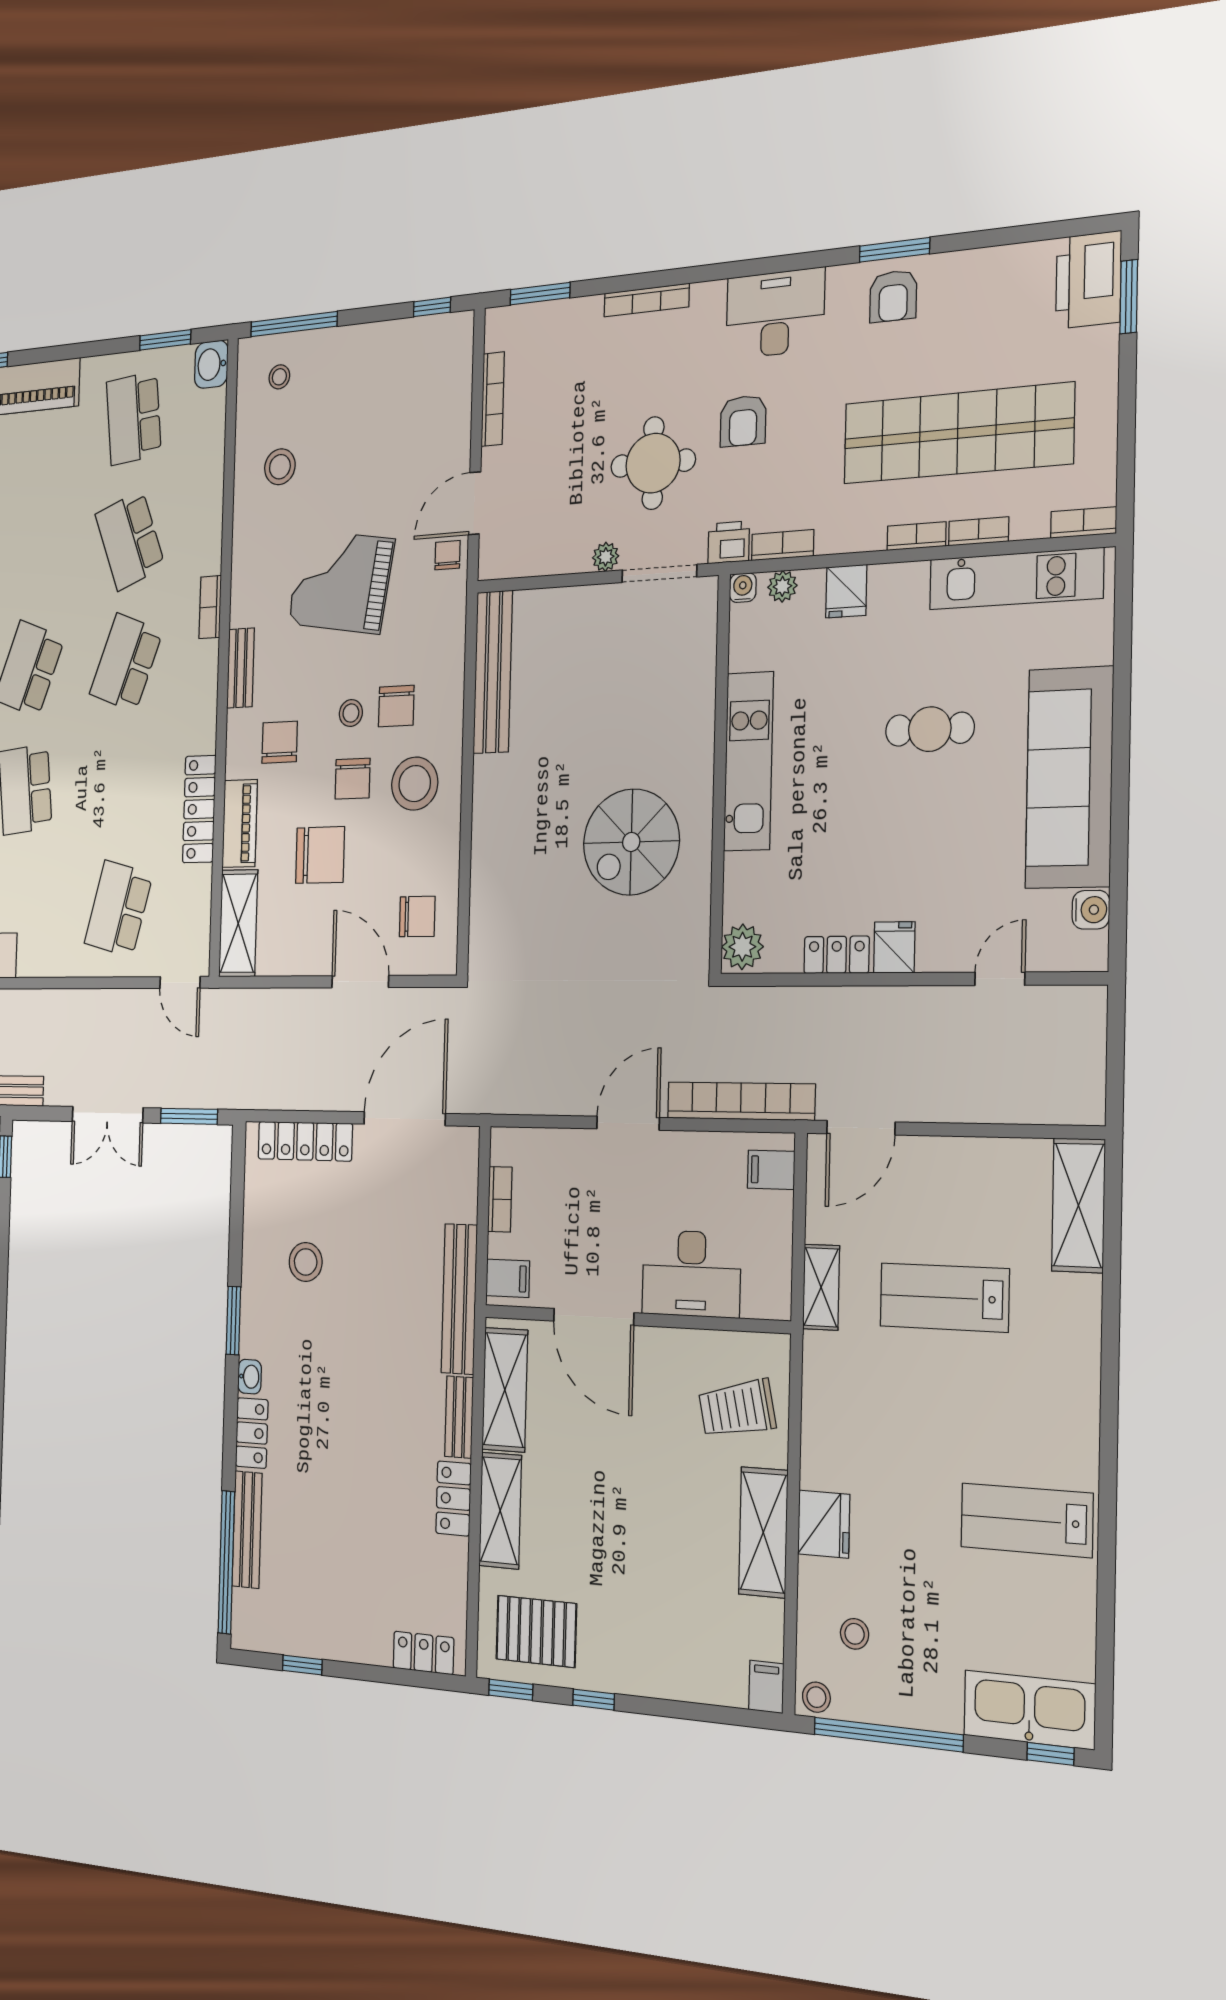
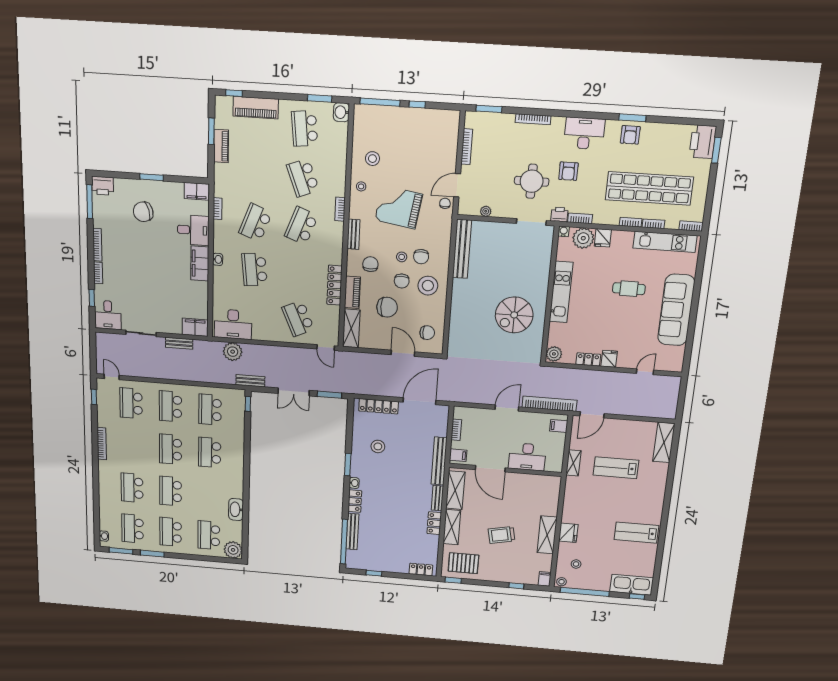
window: (432, 307) -> (417, 104), moved
stool: (279, 377) -> (361, 186), moved
plant: (606, 557) -> (486, 211), moved
plant: (782, 586) -> (583, 238), width x1.88, depth x1.88
school desk: (118, 909) -> (298, 318), turned -39
water cooler: (1091, 910) -> (679, 353), removed
trolley: (737, 1409) -> (502, 535), moved
window: (594, 1700) -> (516, 586), moved

